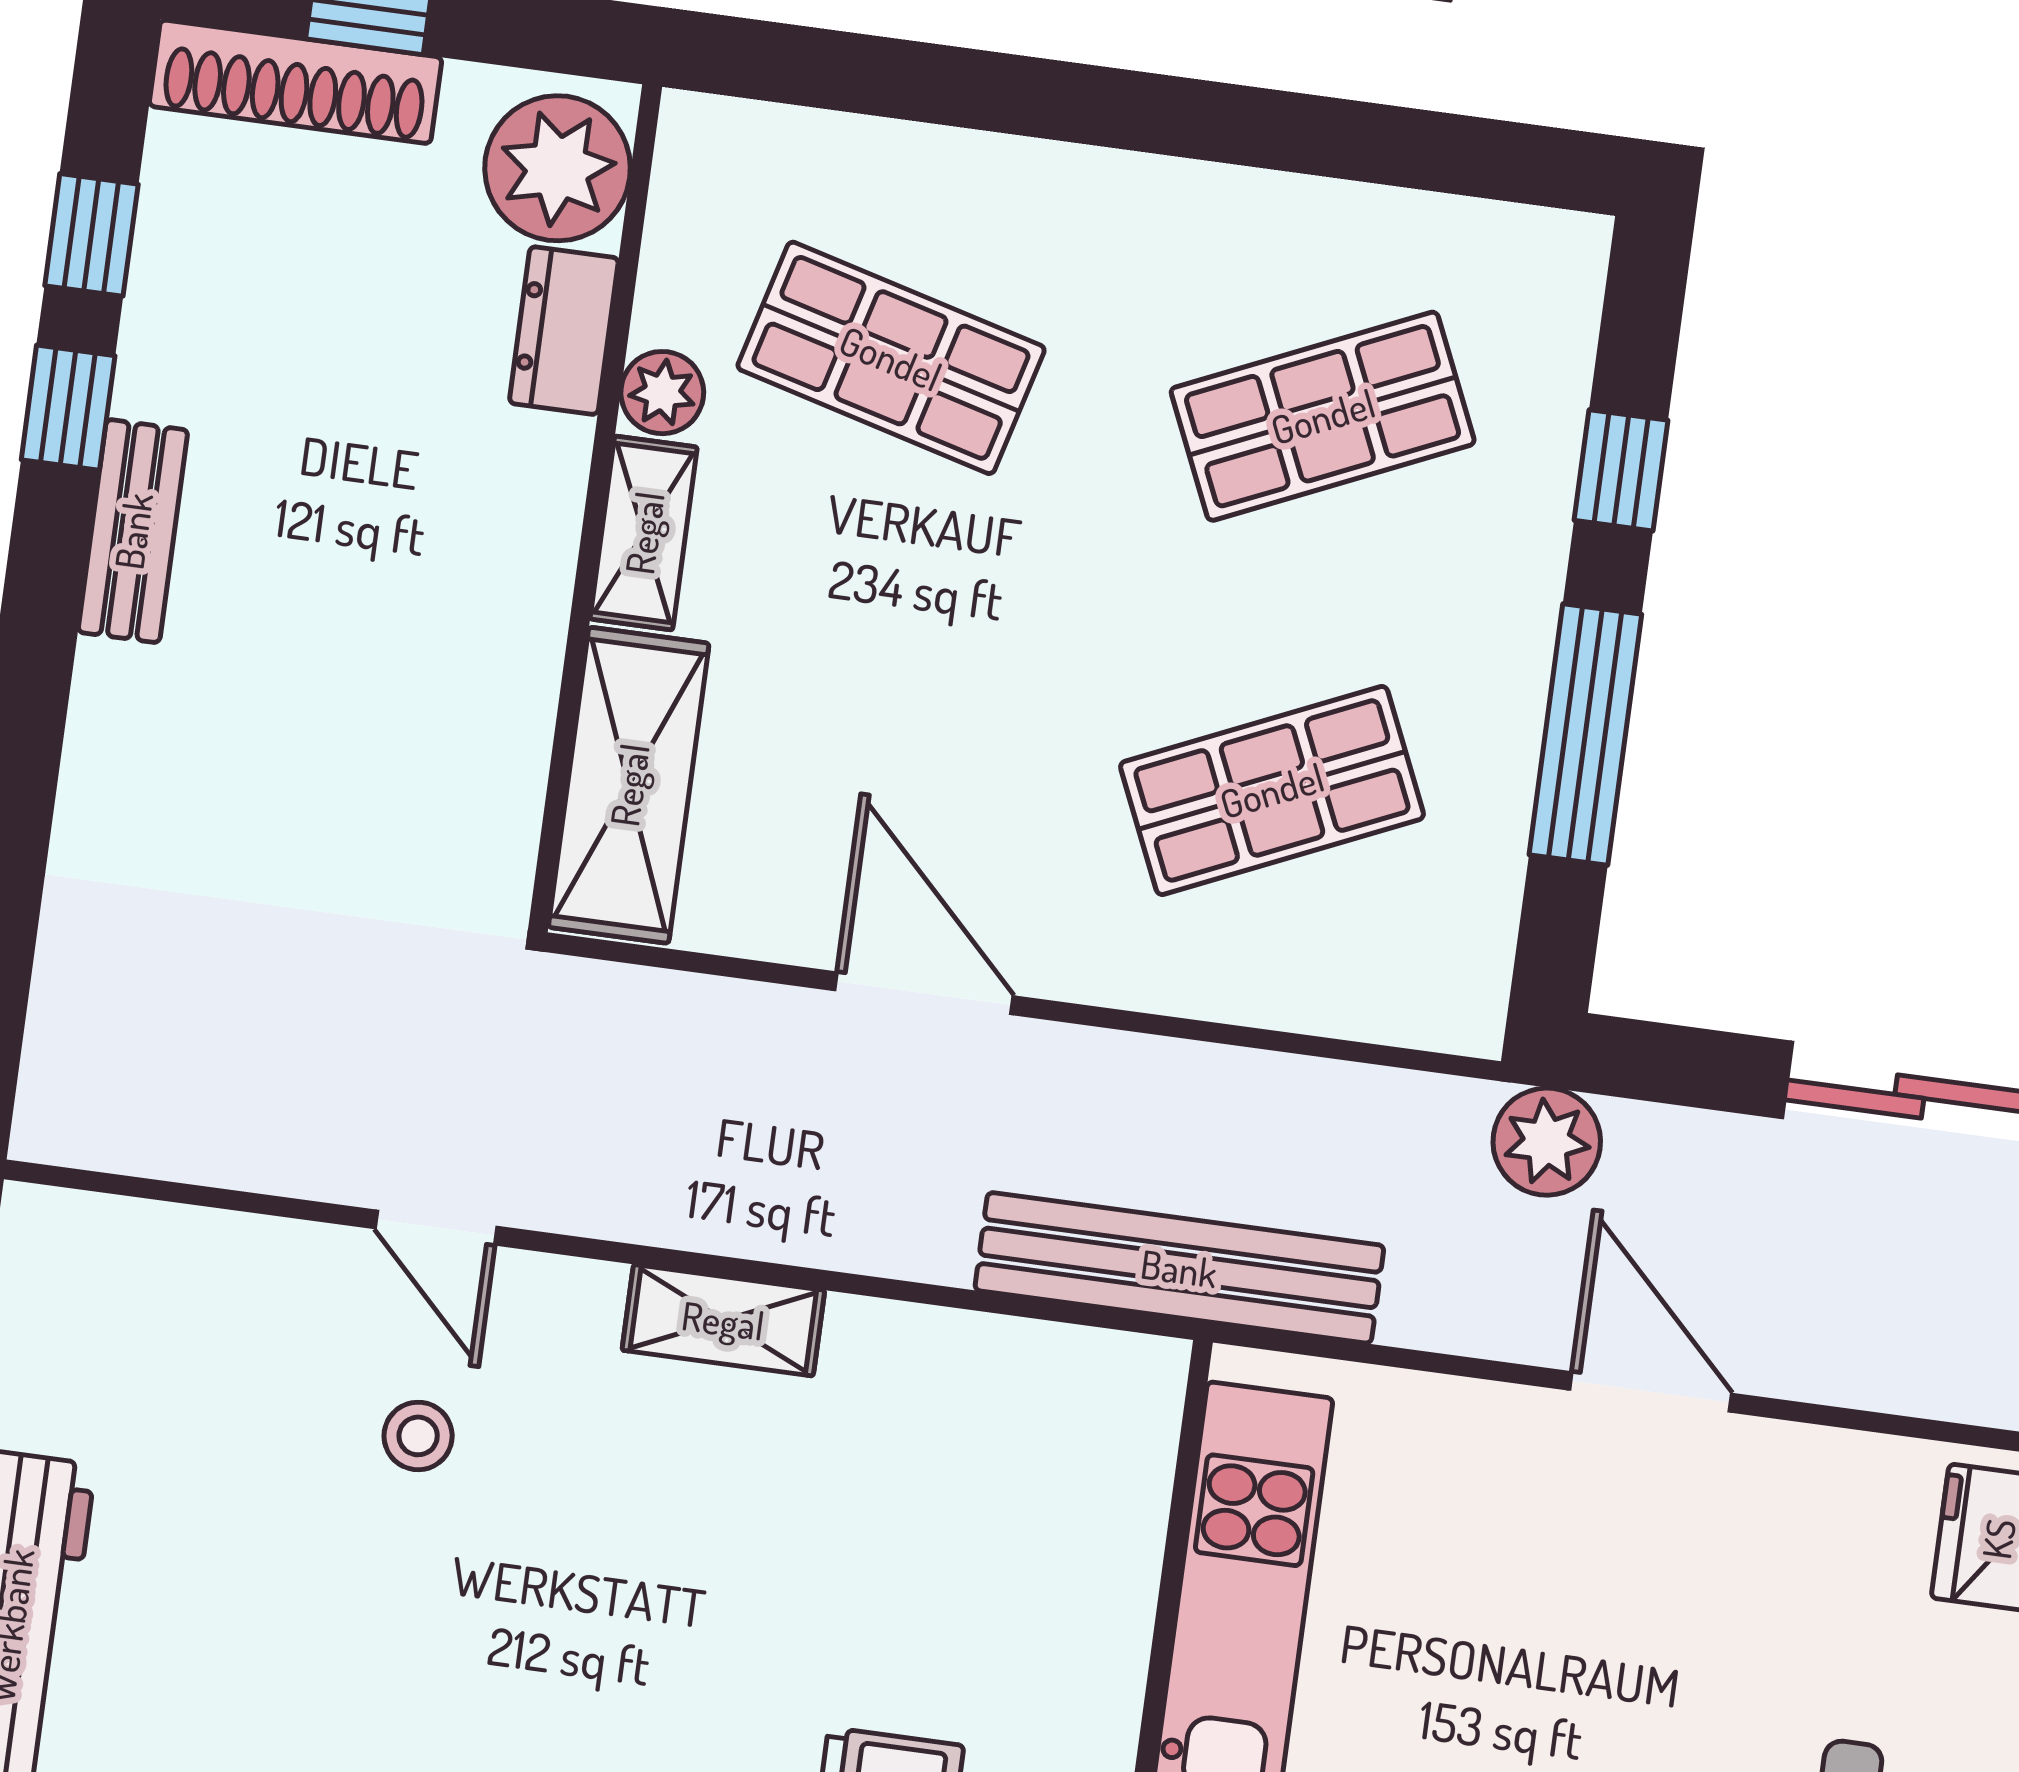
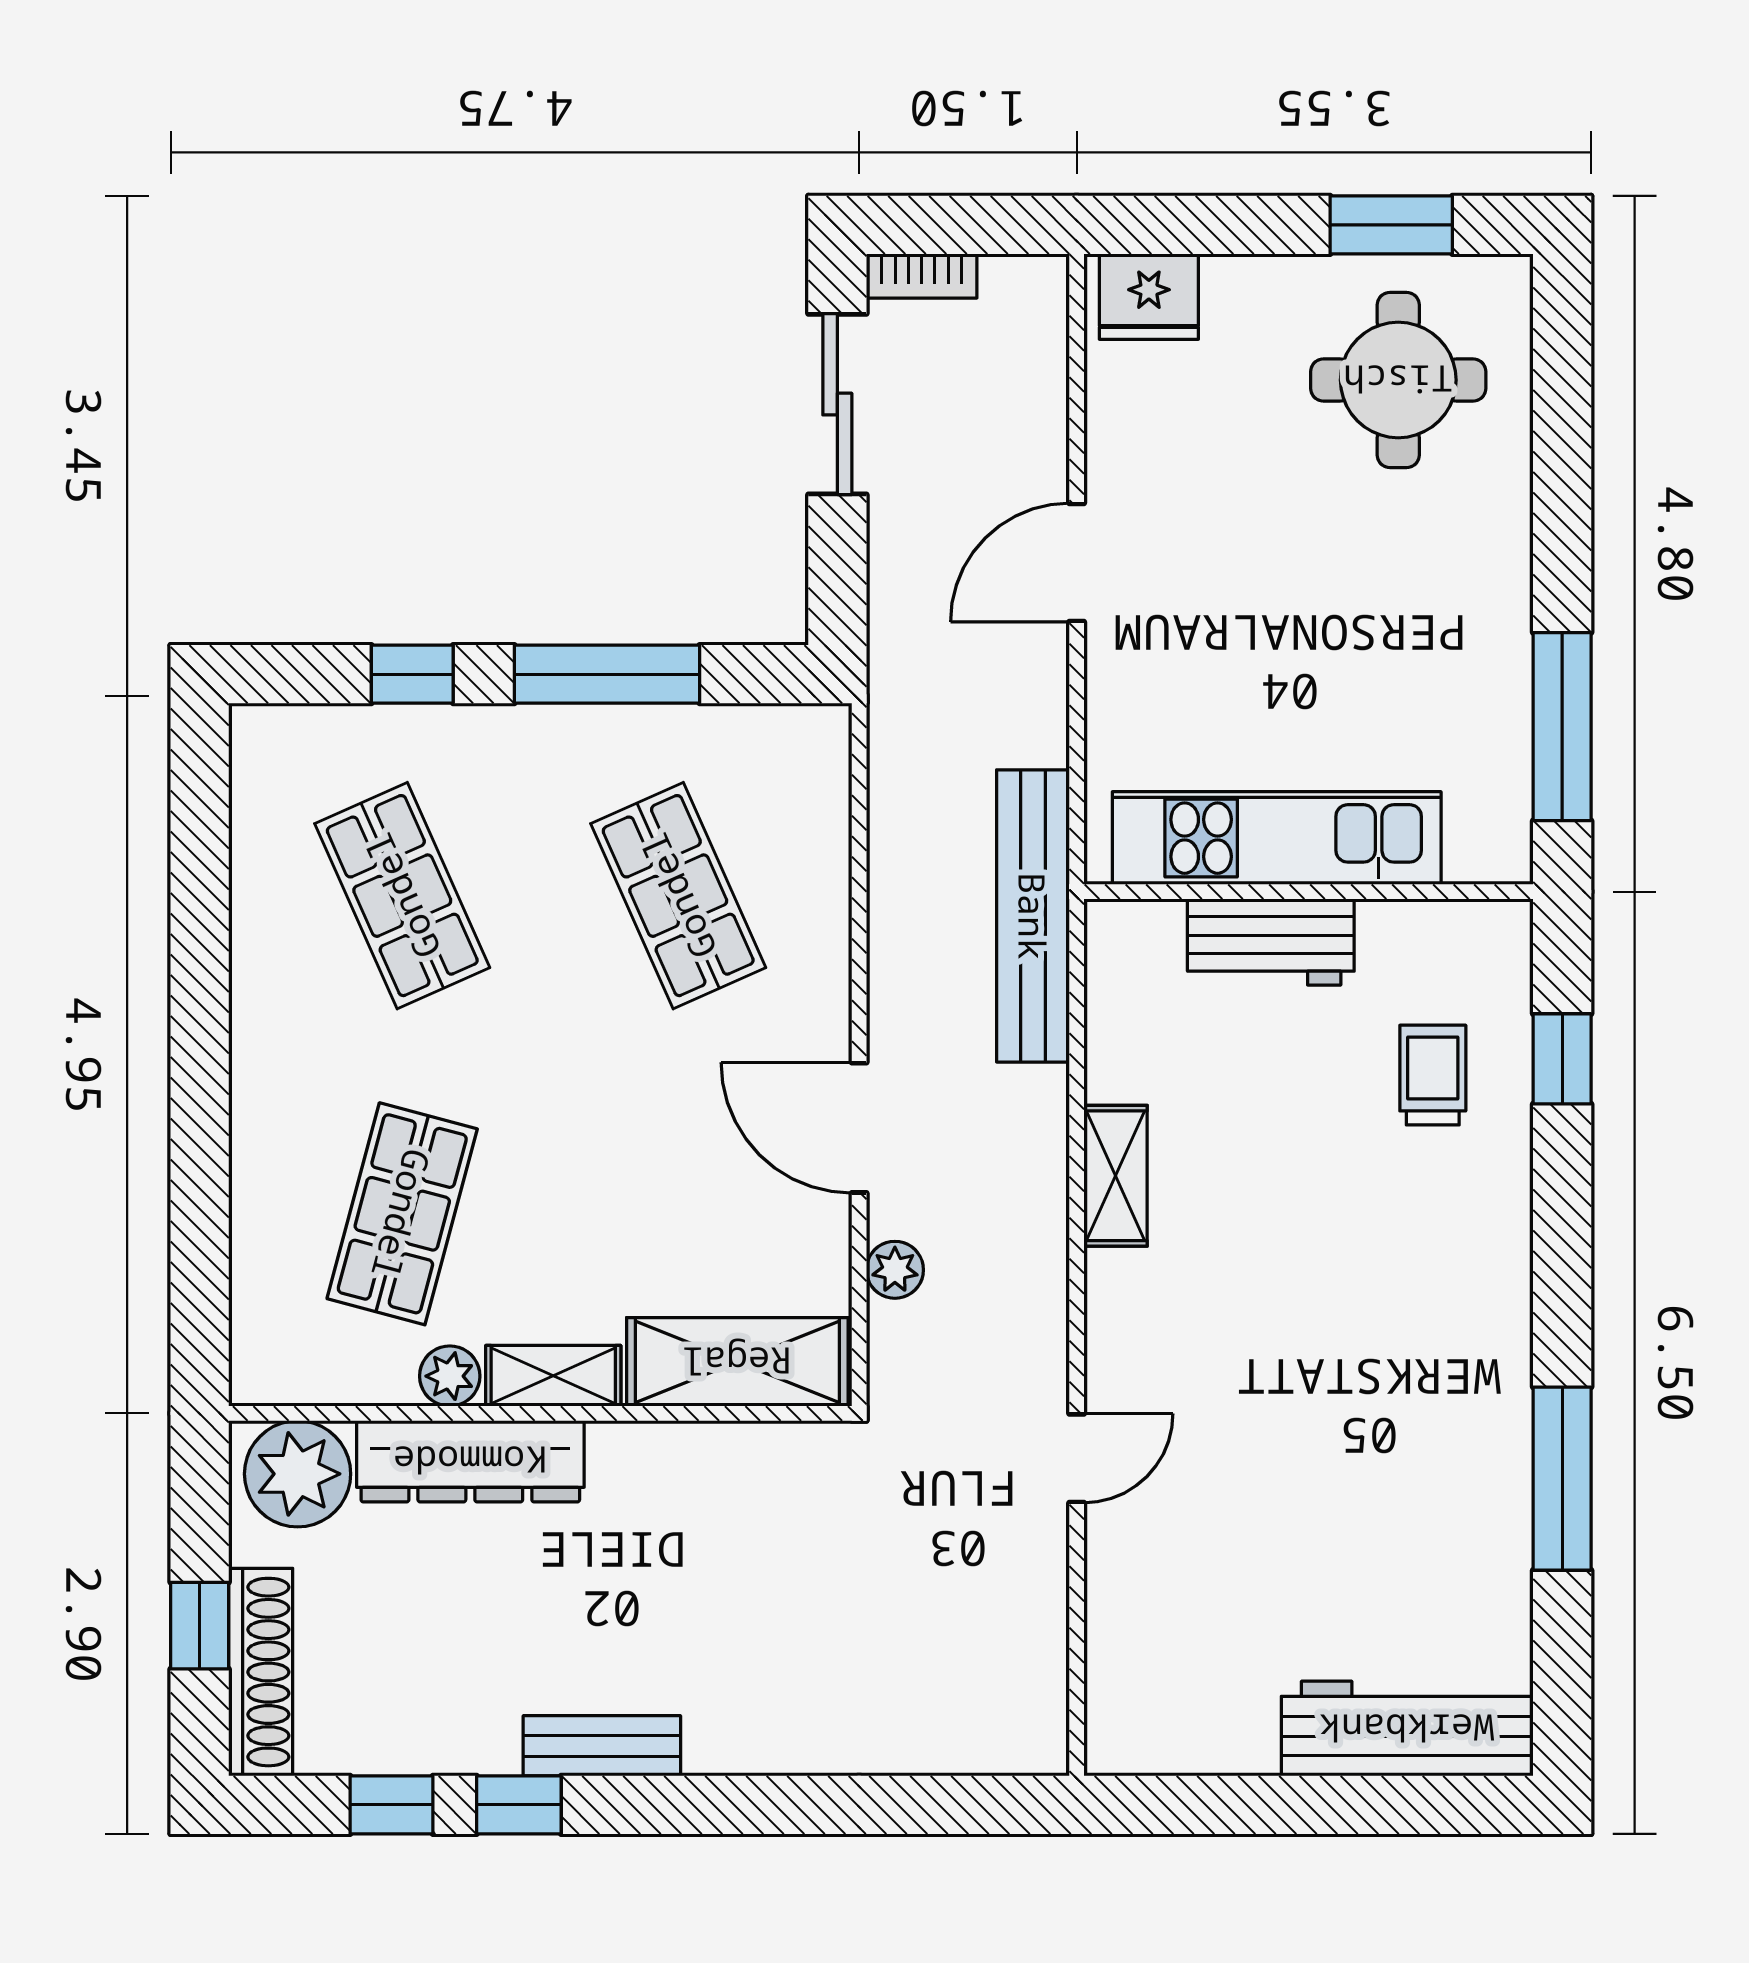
dresser: (564, 331) -> (470, 1461), width x1.96, depth x1.24
door: (924, 993) -> (859, 1128), hinge flipped
plant: (1547, 1142) -> (895, 1270), moved, width x0.73, depth x0.73
shelving: (723, 1320) -> (1115, 1176), moved
stool: (418, 1436) -> (1229, 1451), removed
workbench: (1100, 1586) -> (1271, 942), added

